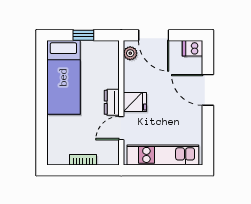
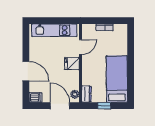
dresser: (112, 102) -> (86, 94), moved

